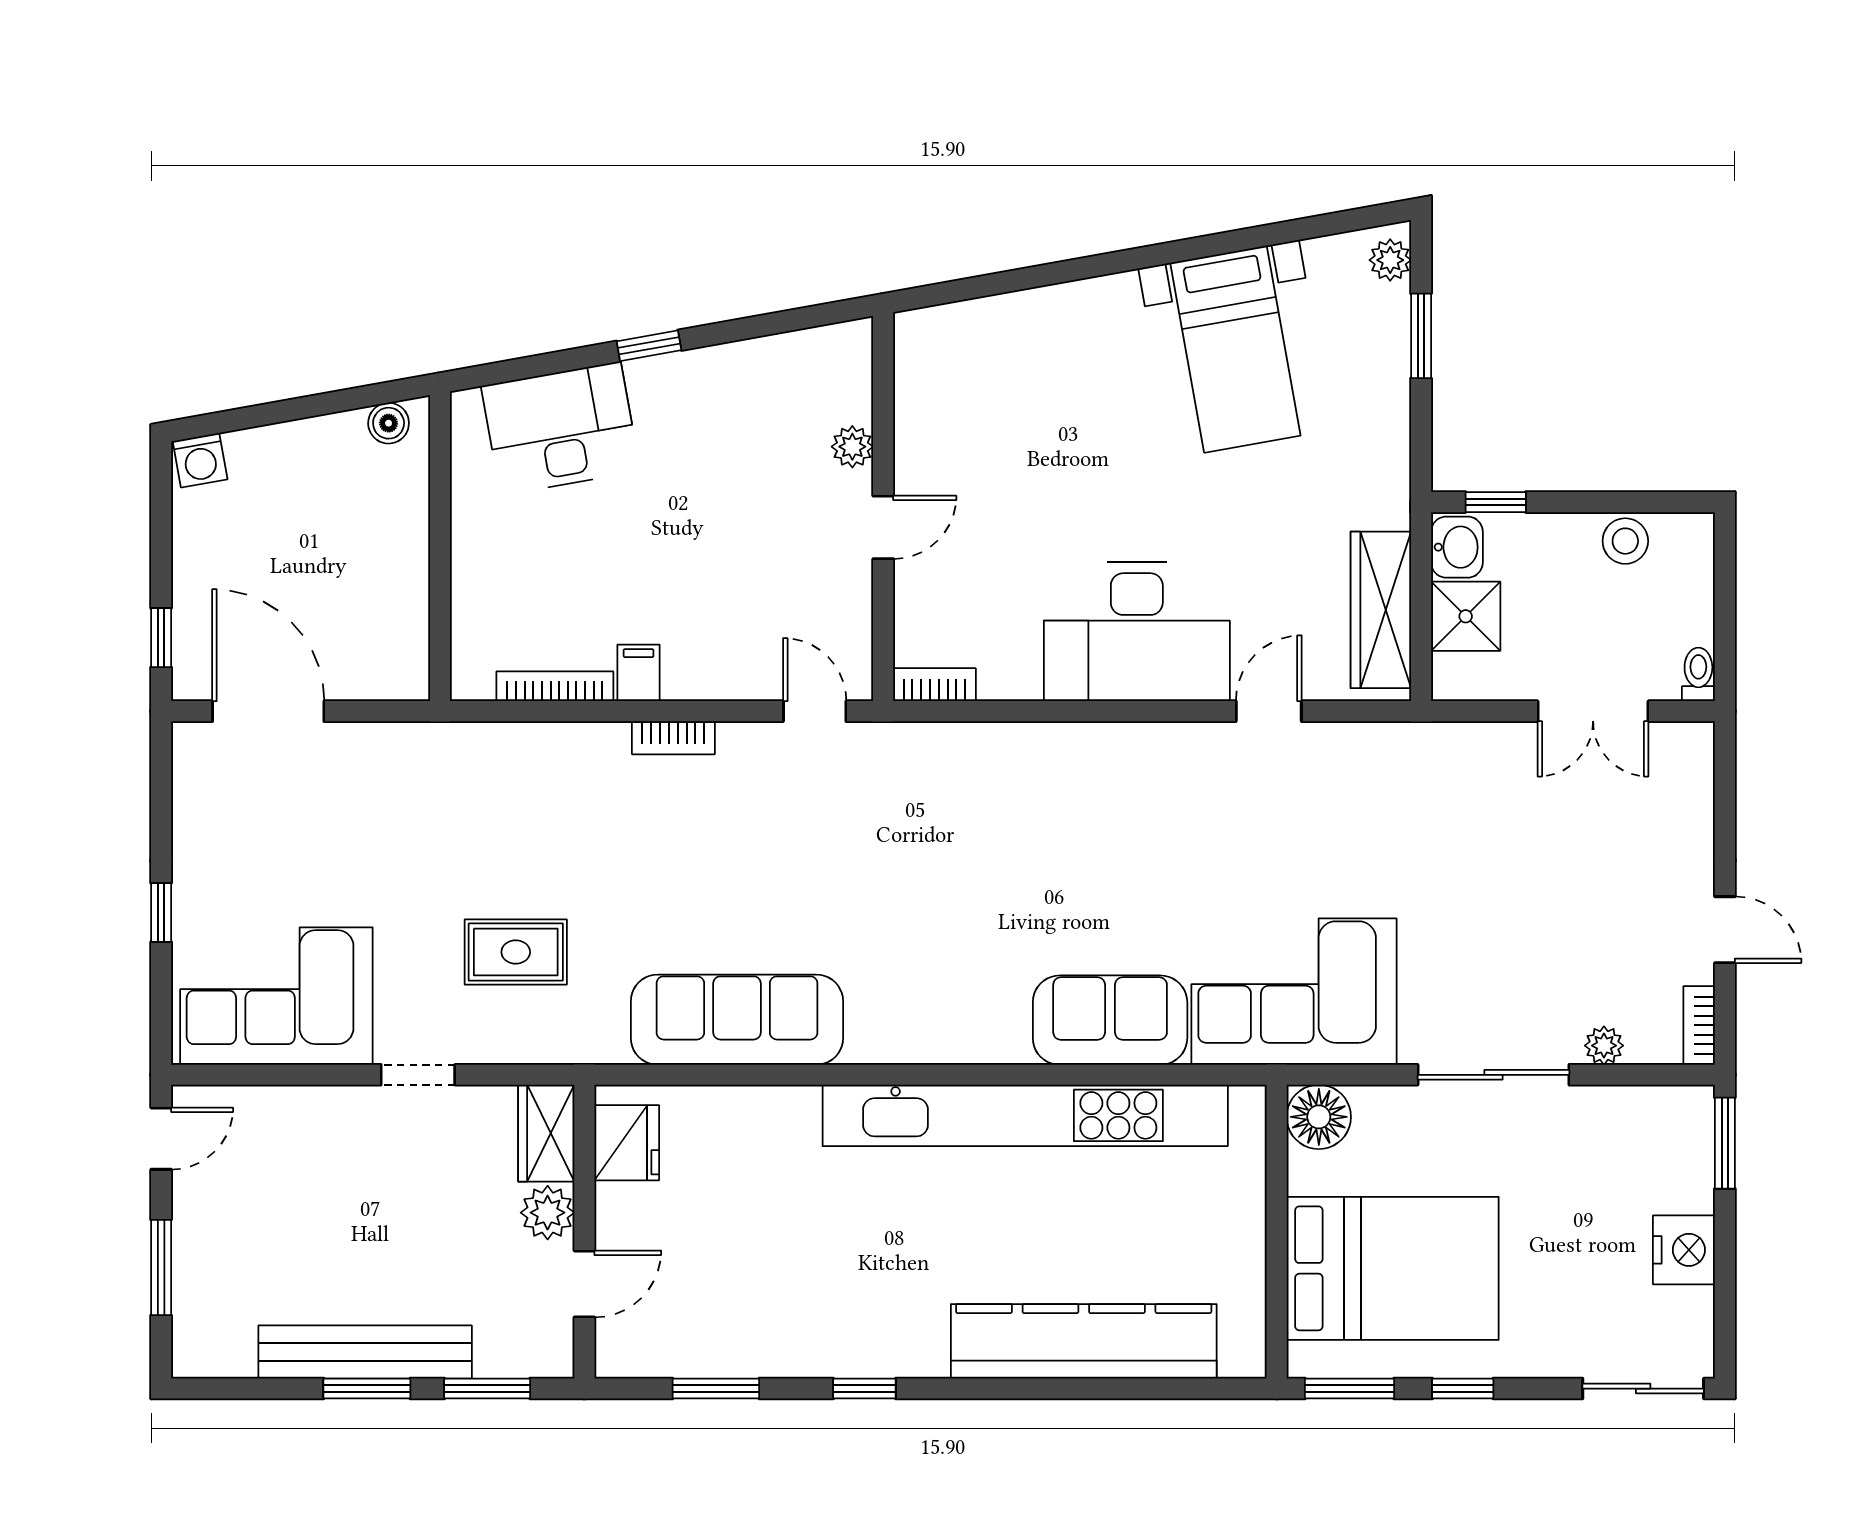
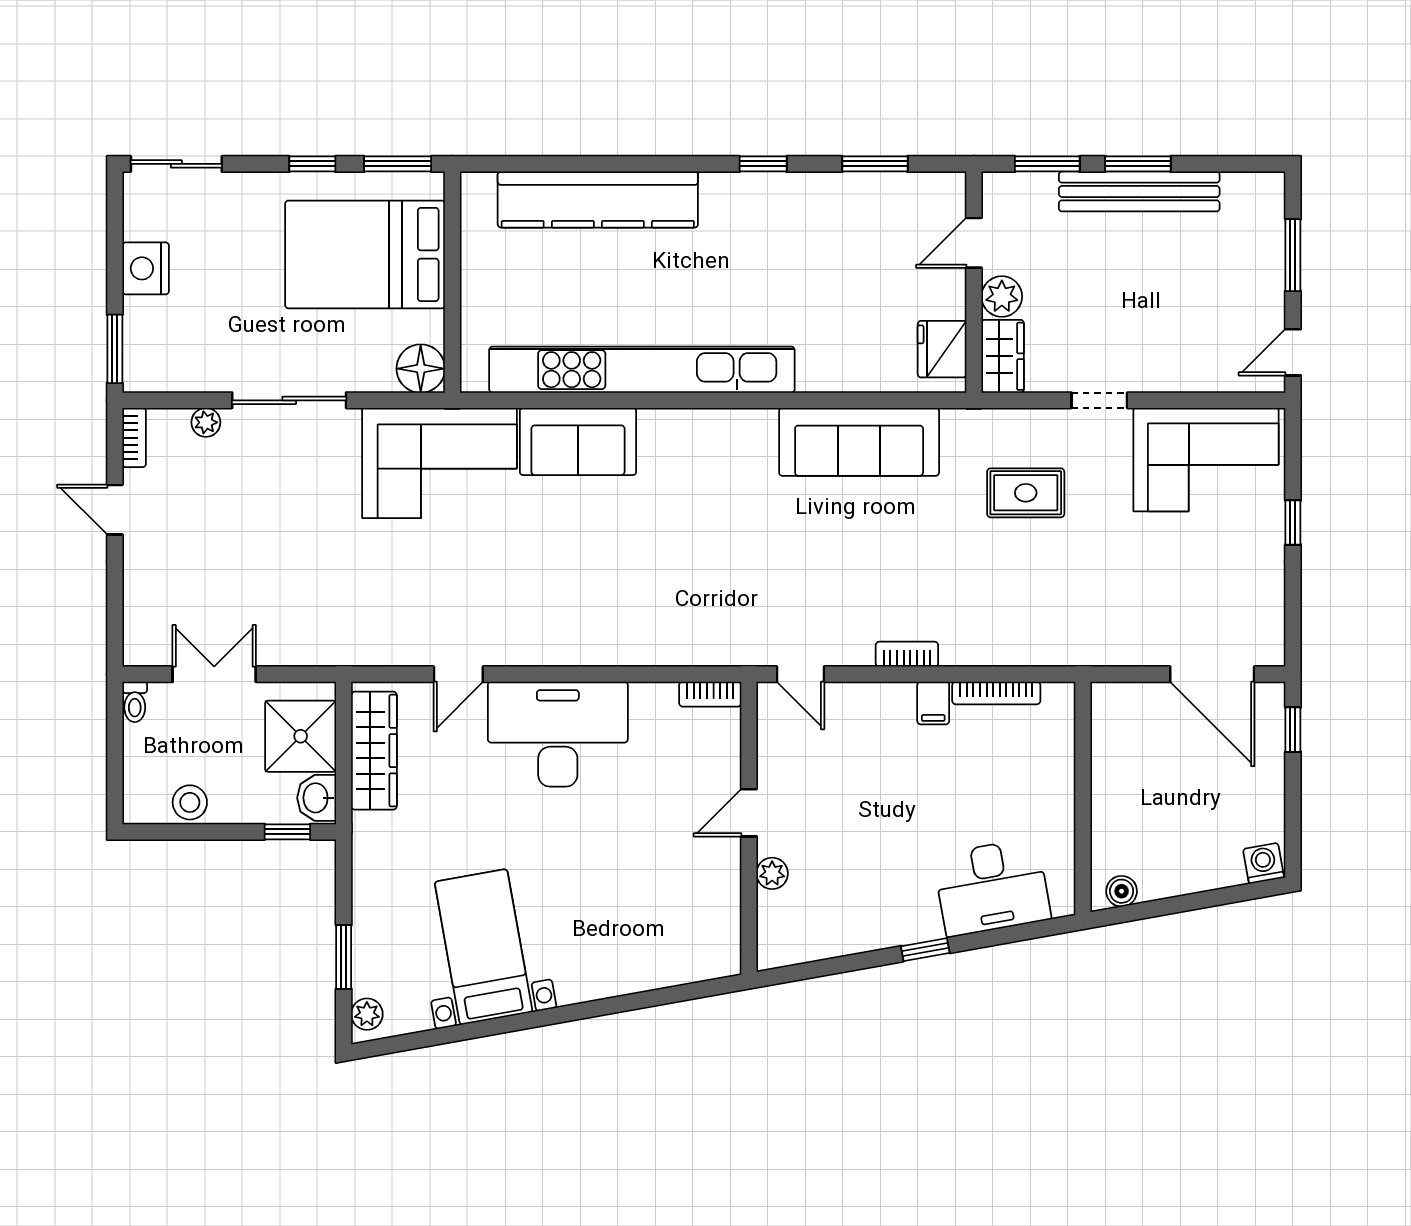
shower: (1466, 616) -> (301, 736), width x1.36, depth x1.36

